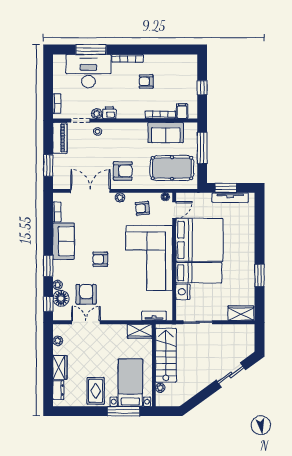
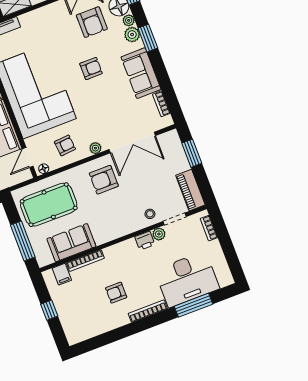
armchair: (146, 81) -> (116, 293), turned 180
plant: (59, 273) -> (132, 35), added

